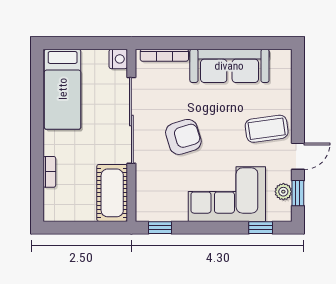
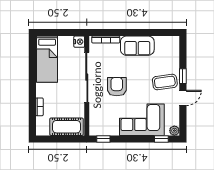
sofa: (229, 66) -> (137, 46), width x0.73
armchair: (183, 137) -> (117, 87), turned -73
plant: (283, 192) -> (174, 131), moved
cot: (112, 193) -> (66, 127), moved, turned 90
window: (298, 193) -> (183, 76), moved

